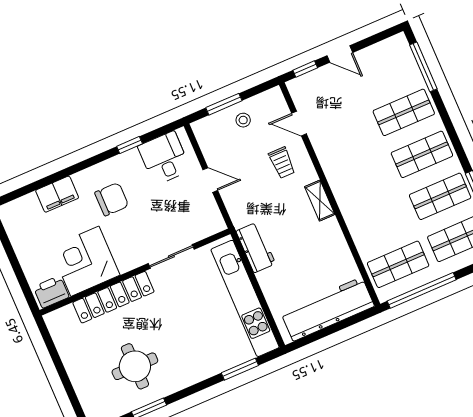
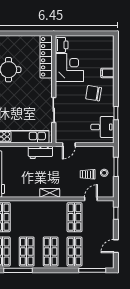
door: (340, 54) -> (116, 246), moved
shop shelf: (344, 138) -> (75, 217), added
trolley: (282, 163) -> (88, 174), moved
door: (210, 180) -> (69, 145), moved
filing cabinet: (57, 194) -> (107, 73), width x0.50
chair: (112, 199) -> (94, 93), turned 99
locker: (113, 297) -> (46, 57), moved

